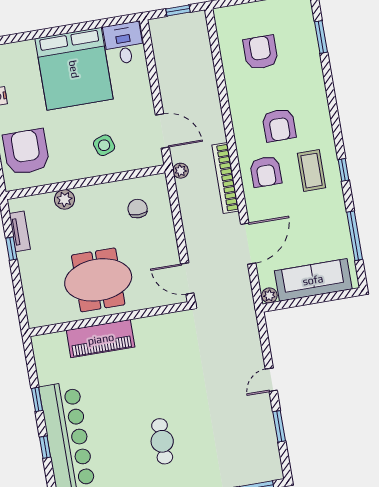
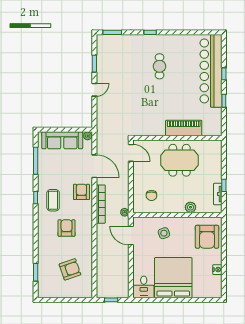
armchair: (261, 52) -> (70, 269), turned -109
armchair: (266, 172) -> (81, 192), moved
door: (248, 244) -> (94, 166), swing flipped

